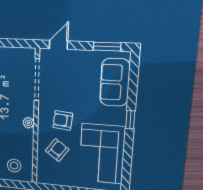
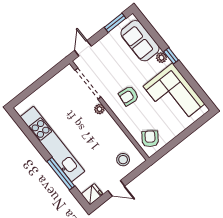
plant: (120, 114) -> (161, 58), added
plant: (29, 123) -> (99, 109), moved
armchair: (57, 150) -> (150, 139), moved

